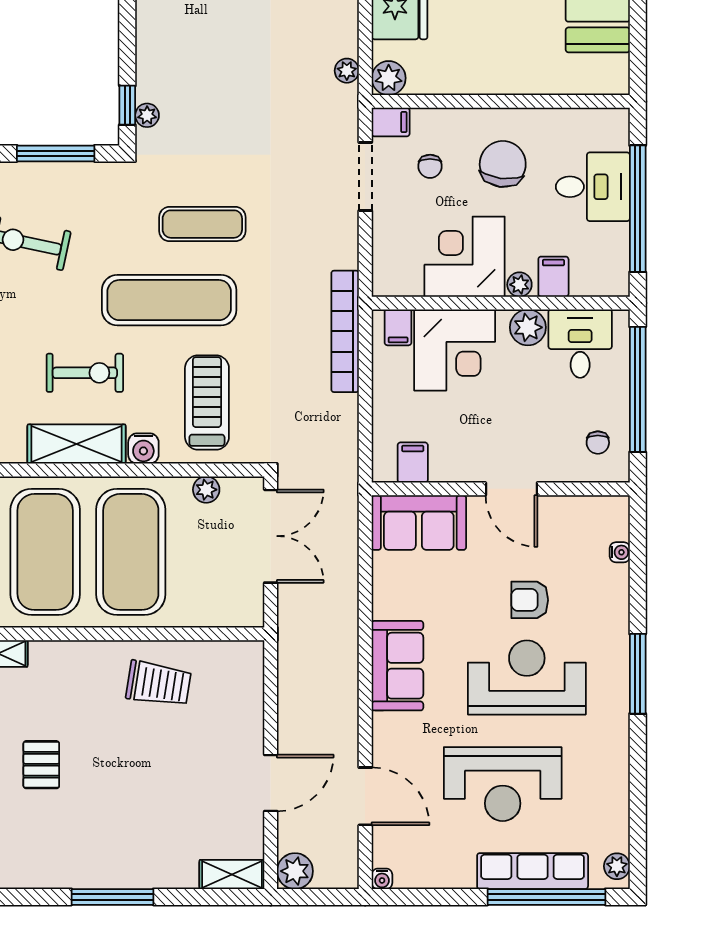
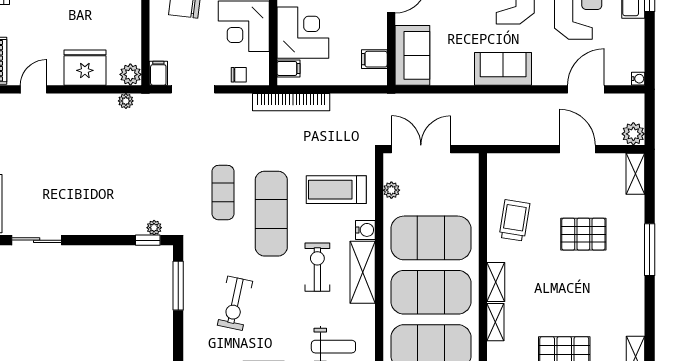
chair: (430, 166) -> (239, 75), moved
shelving: (61, 654) -> (496, 282), added
pallet: (41, 765) -> (583, 234), moved, width x1.50, depth x1.42

